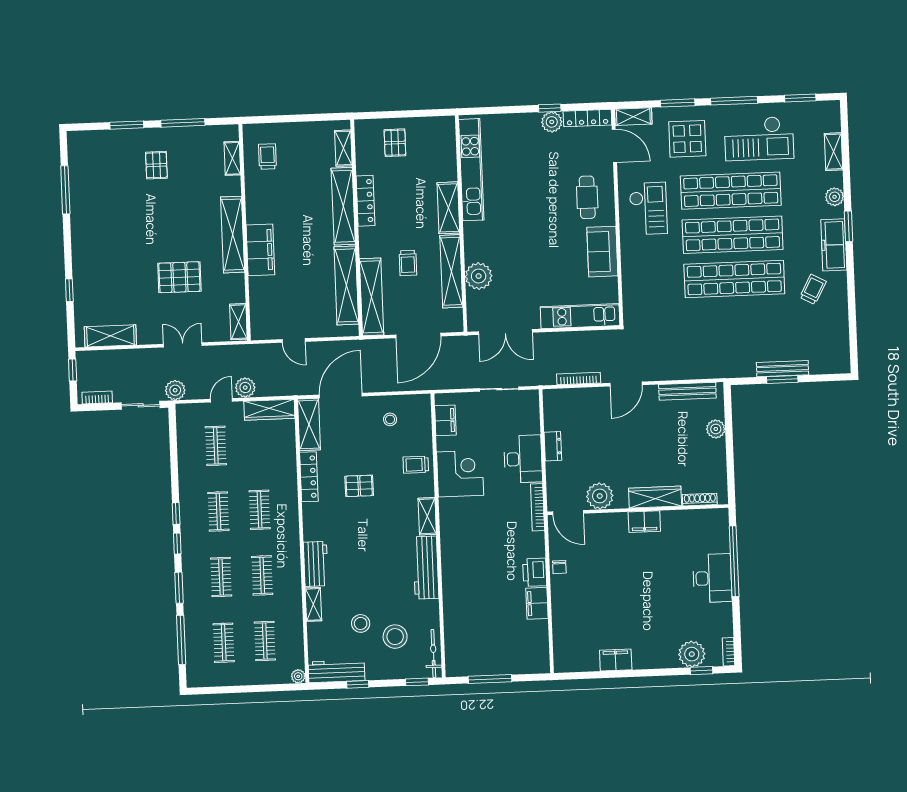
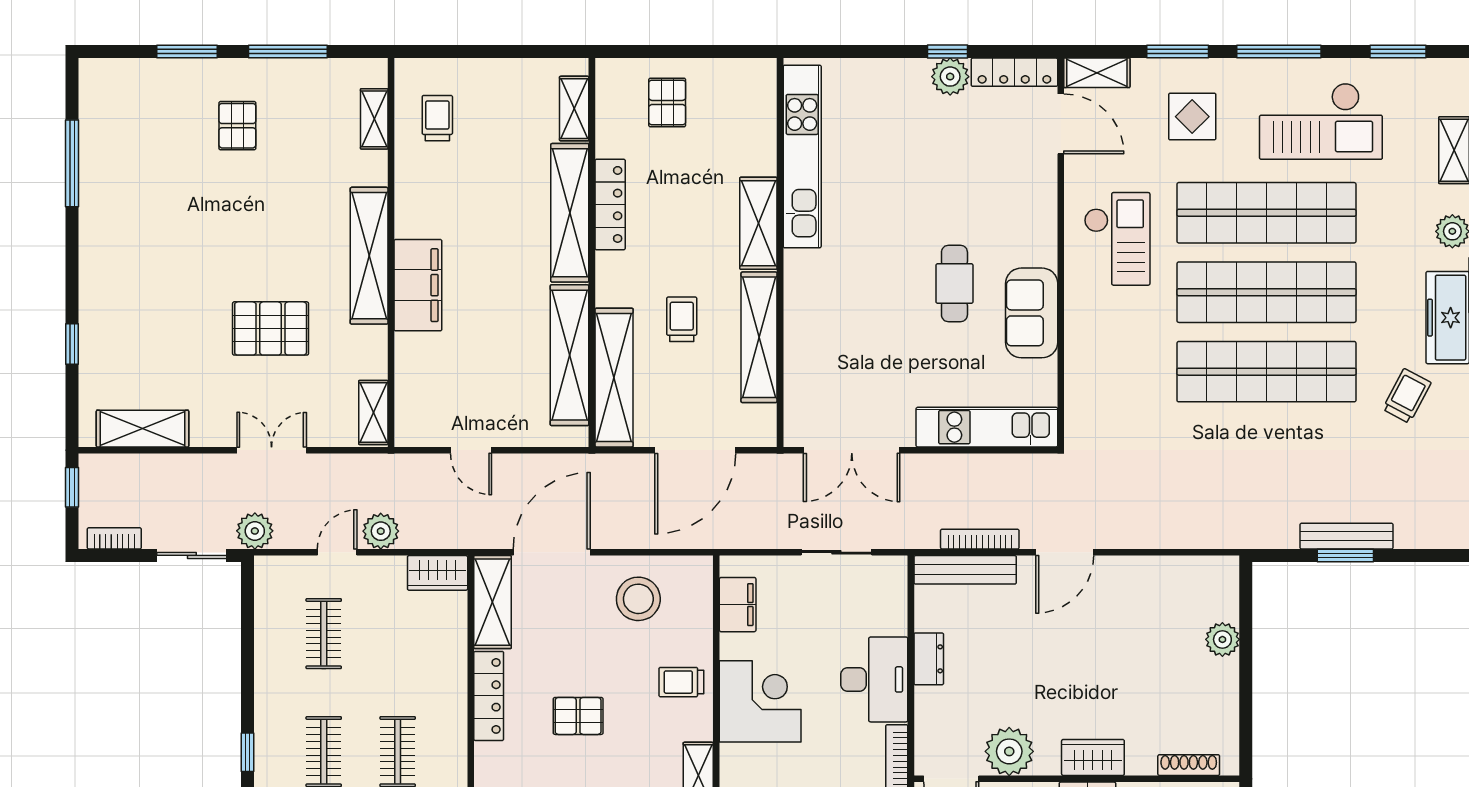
display table: (687, 139) -> (1192, 117), width x0.73, depth x0.73
cafe table: (587, 197) -> (954, 284), moved
trolley: (408, 263) -> (682, 319), turned 180
plant: (479, 276) -> (808, 348), removed
bench: (687, 391) -> (965, 570), moved
wardrobe: (269, 410) -> (438, 573), width x0.67
stool: (390, 419) -> (638, 599), width x1.89, depth x1.89
wardrobe: (655, 497) -> (1093, 757), width x0.67

